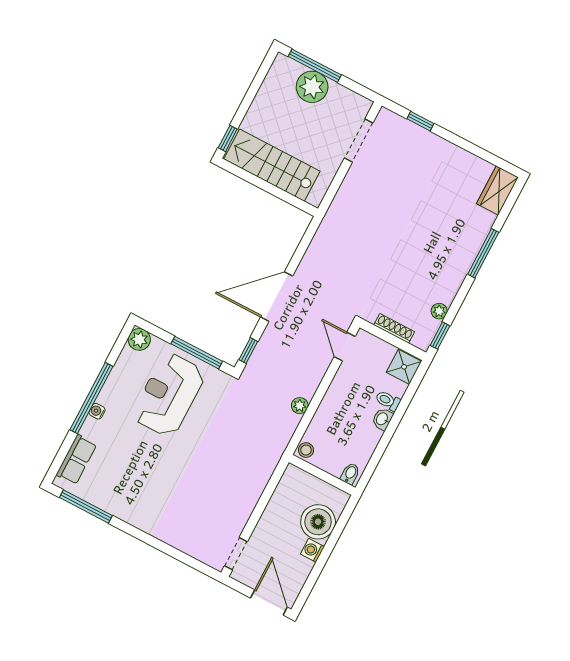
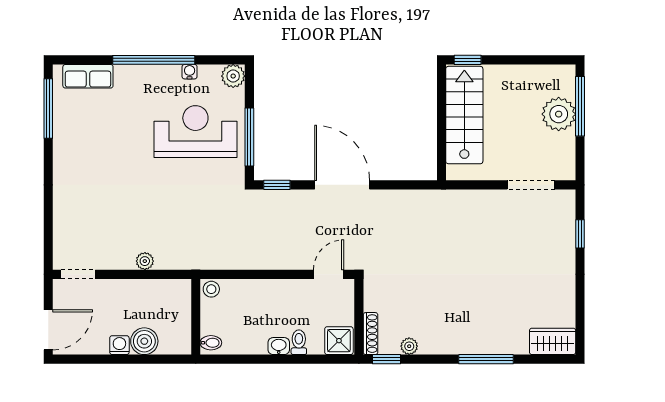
shoe rack: (394, 328) -> (370, 334), moved
plant: (300, 406) -> (145, 261), moved
water cooler: (97, 411) -> (190, 72), moved
boiler: (318, 522) -> (144, 341), width x0.73, depth x0.73

